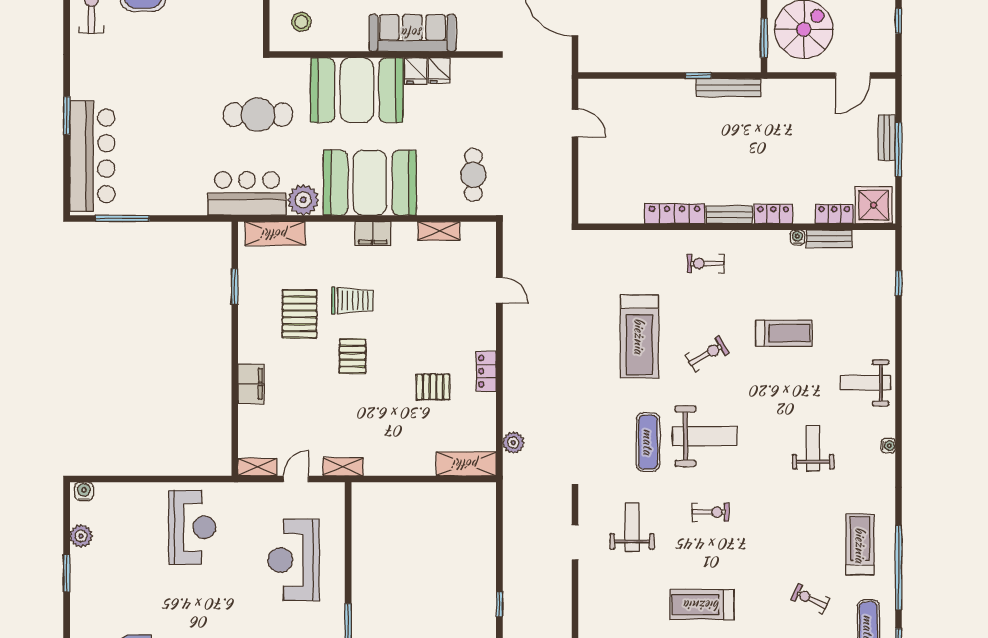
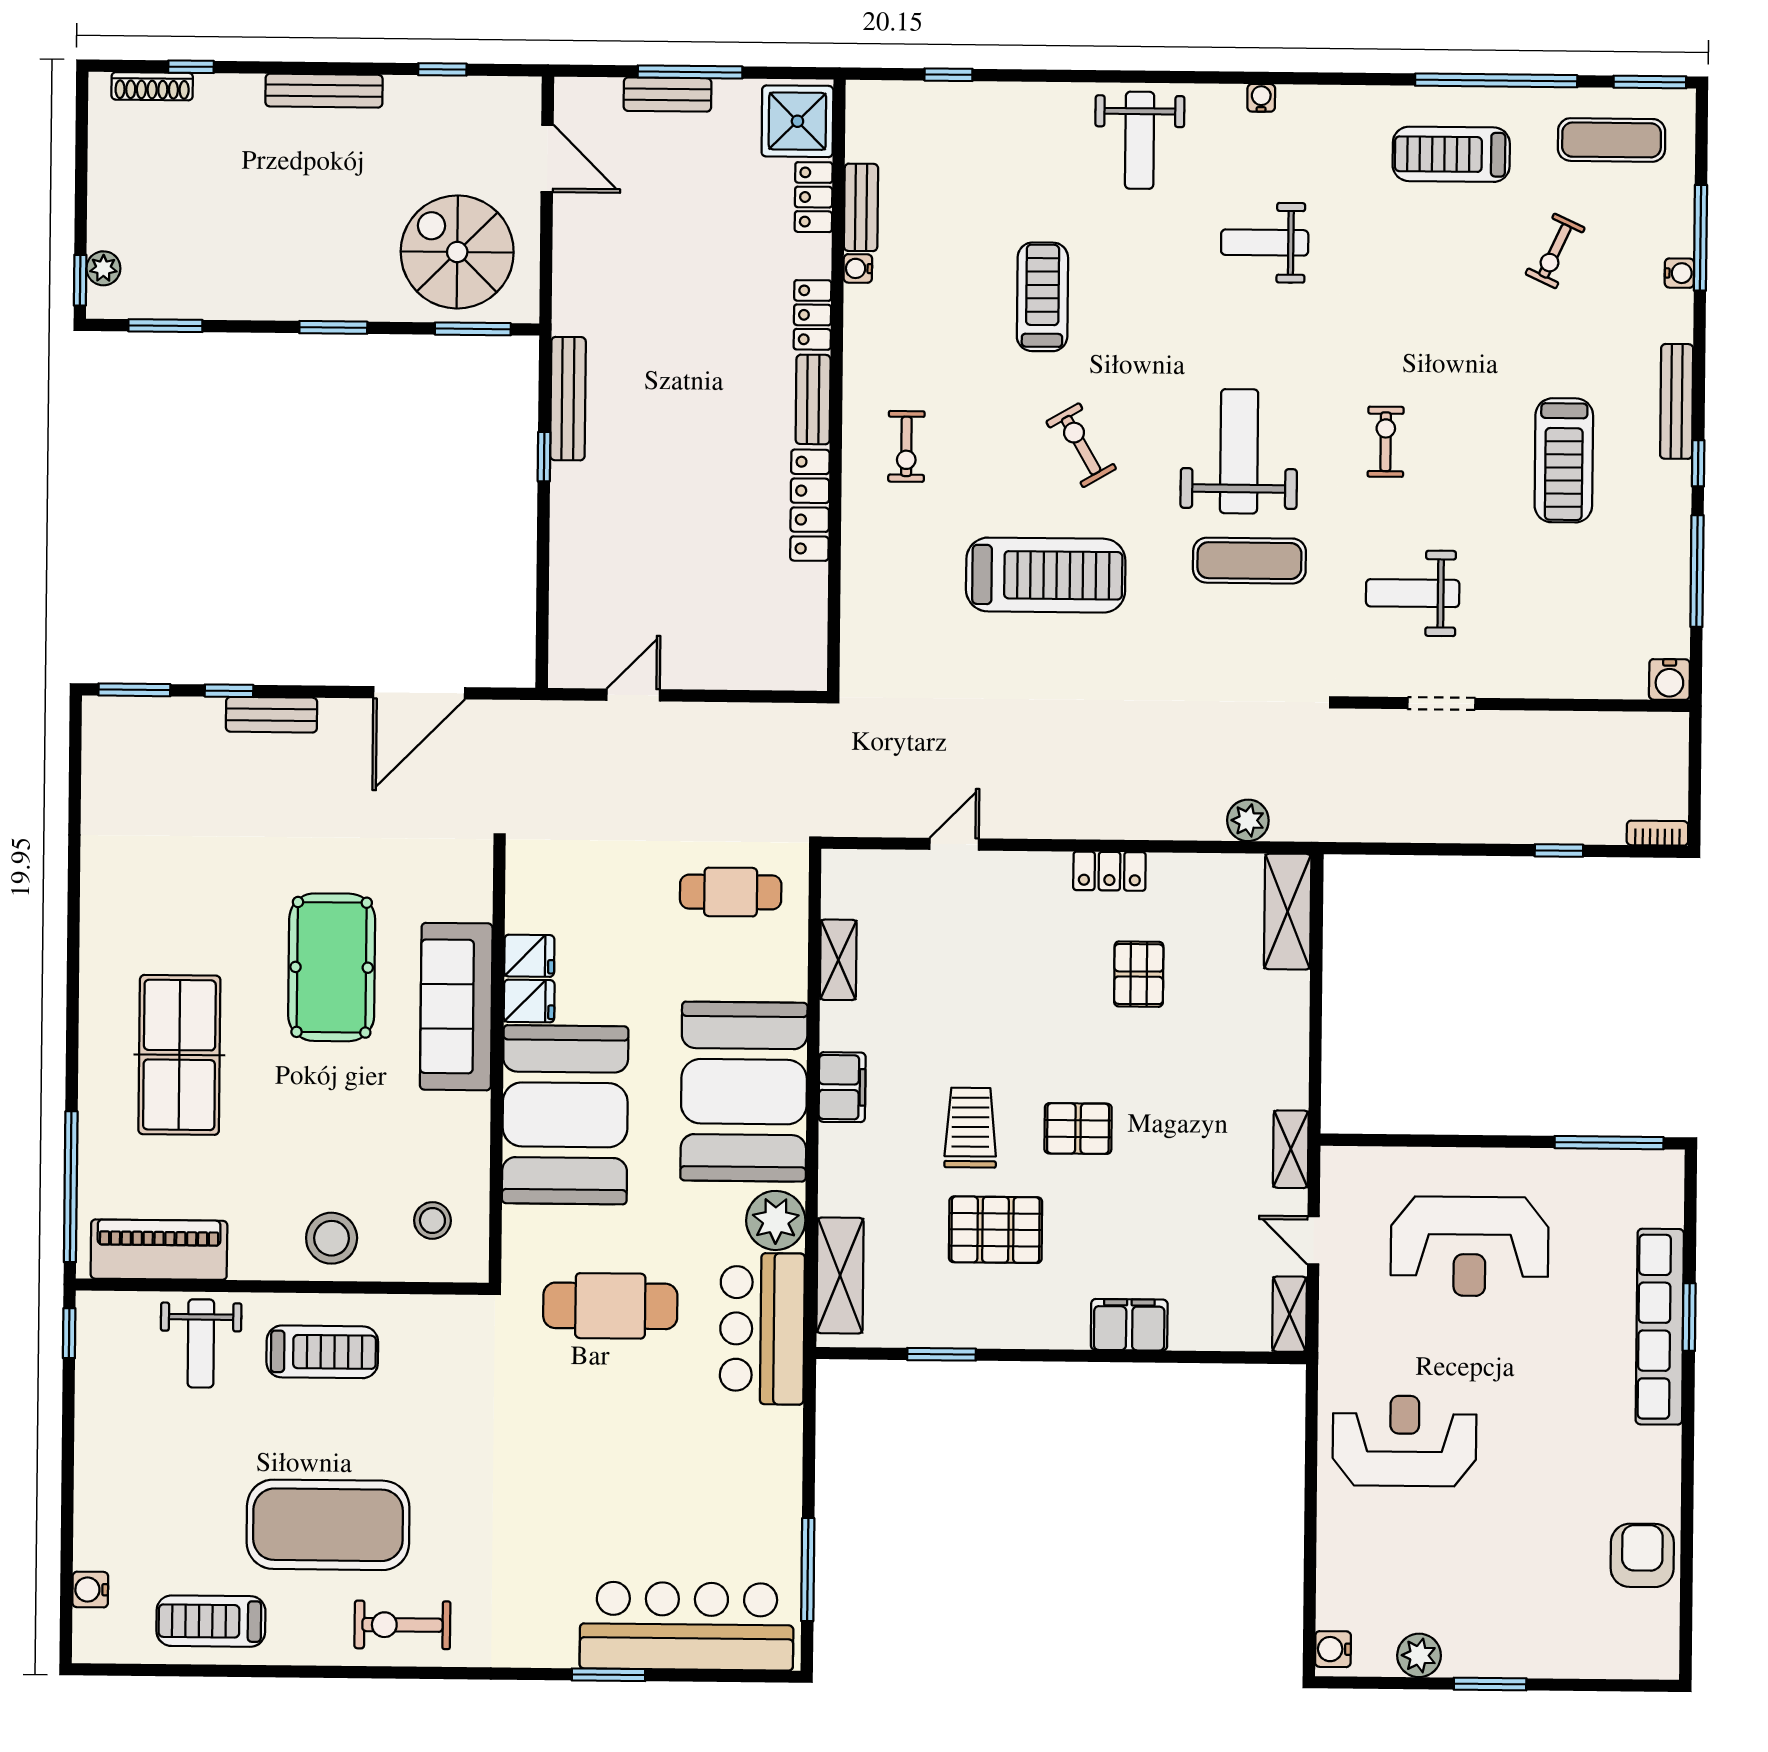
cafe table: (258, 115) -> (610, 1306), turned 90

